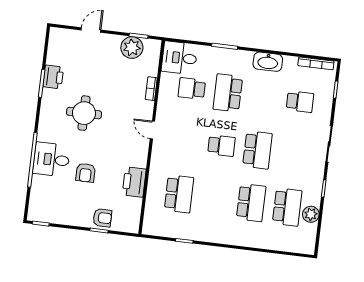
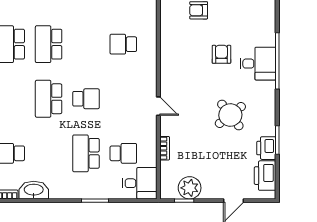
washbasin: (268, 62) -> (34, 190), moved
school desk: (228, 93) -> (86, 153), turned 180
round table: (84, 113) -> (230, 115), turned -38
school desk: (221, 146) -> (86, 99), turned 180
printer: (134, 182) -> (265, 176), moved, turned 180
school desk: (179, 194) -> (123, 44), width x0.54

